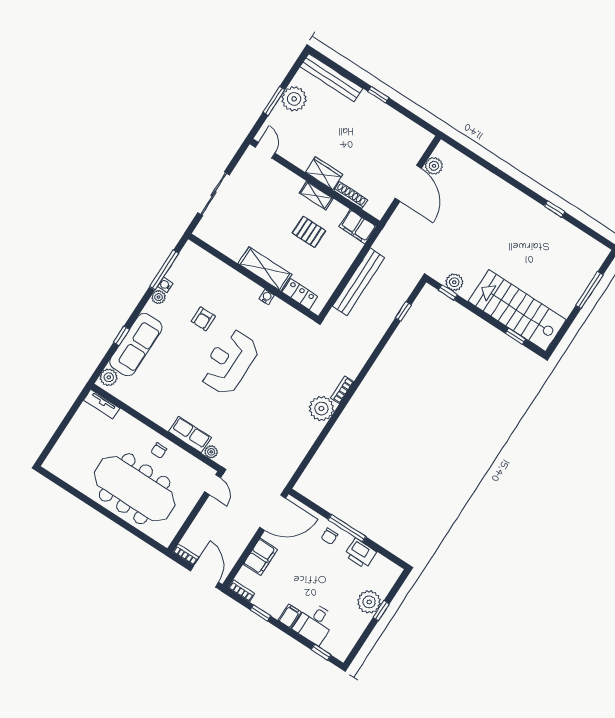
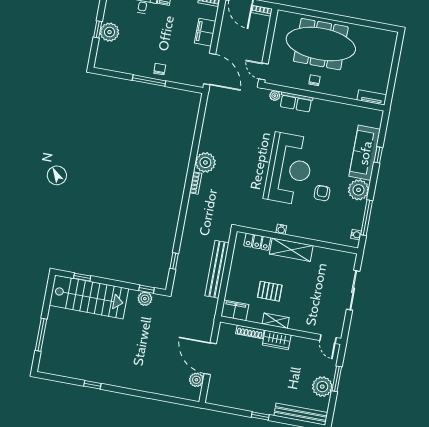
water cooler: (165, 285) -> (356, 235), moved
plant: (159, 297) -> (359, 190), width x1.88, depth x1.88
reception desk: (229, 362) -> (289, 169), width x1.36, depth x1.30
plant: (109, 377) -> (375, 120), removed
door: (273, 513) -> (210, 69), swing flipped
printer: (361, 554) -> (131, 66), removed

